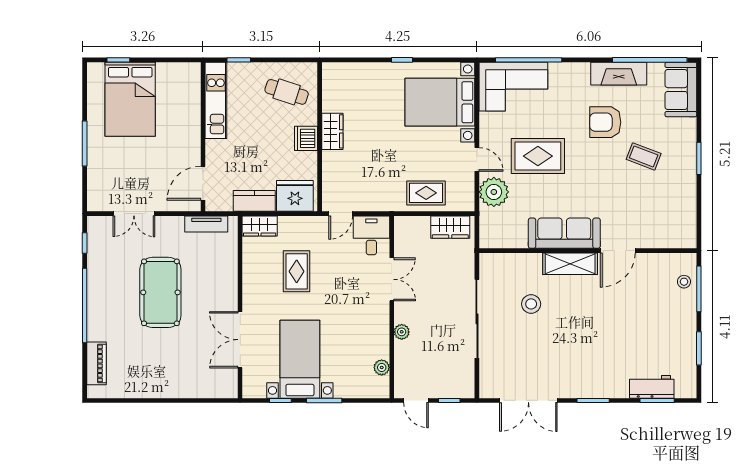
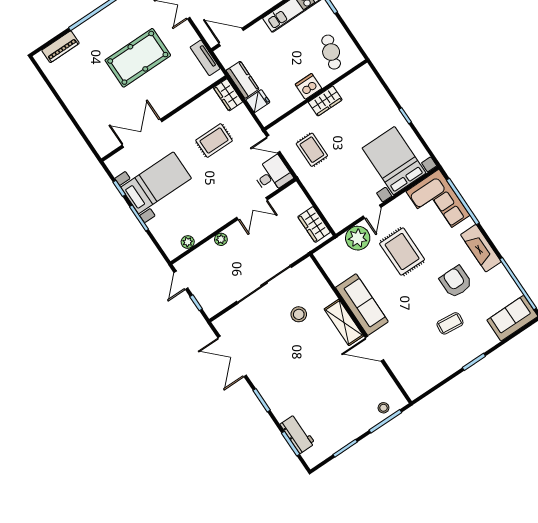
fireplace: (619, 74) -> (481, 248), moved
coffee table: (644, 156) -> (450, 323), turned 75
rug: (426, 193) -> (312, 150), moved
fridge: (295, 196) -> (258, 101), width x0.53, depth x0.75

